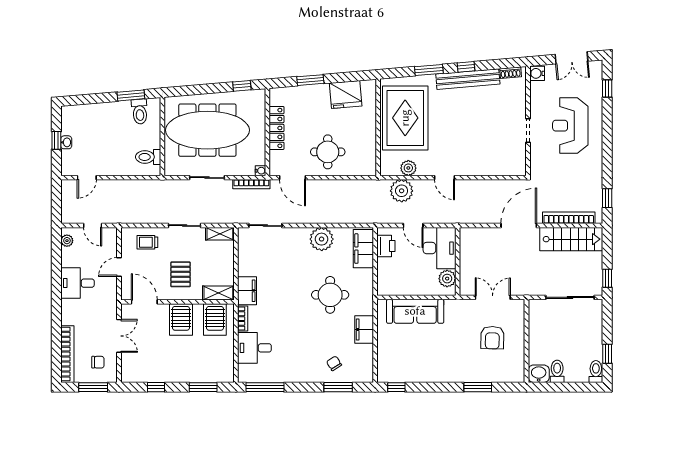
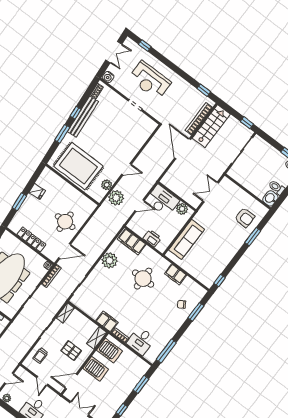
fridge: (346, 95) -> (37, 192), width x0.53, depth x0.75
printer: (386, 246) -> (152, 238), moved
armchair: (492, 338) -> (245, 218), moved

